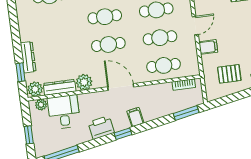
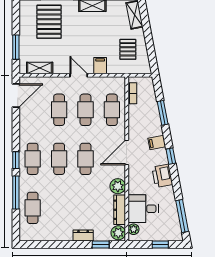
dresser: (28, 57) -> (83, 235), width x0.70
window: (186, 113) -> (163, 113), moved

